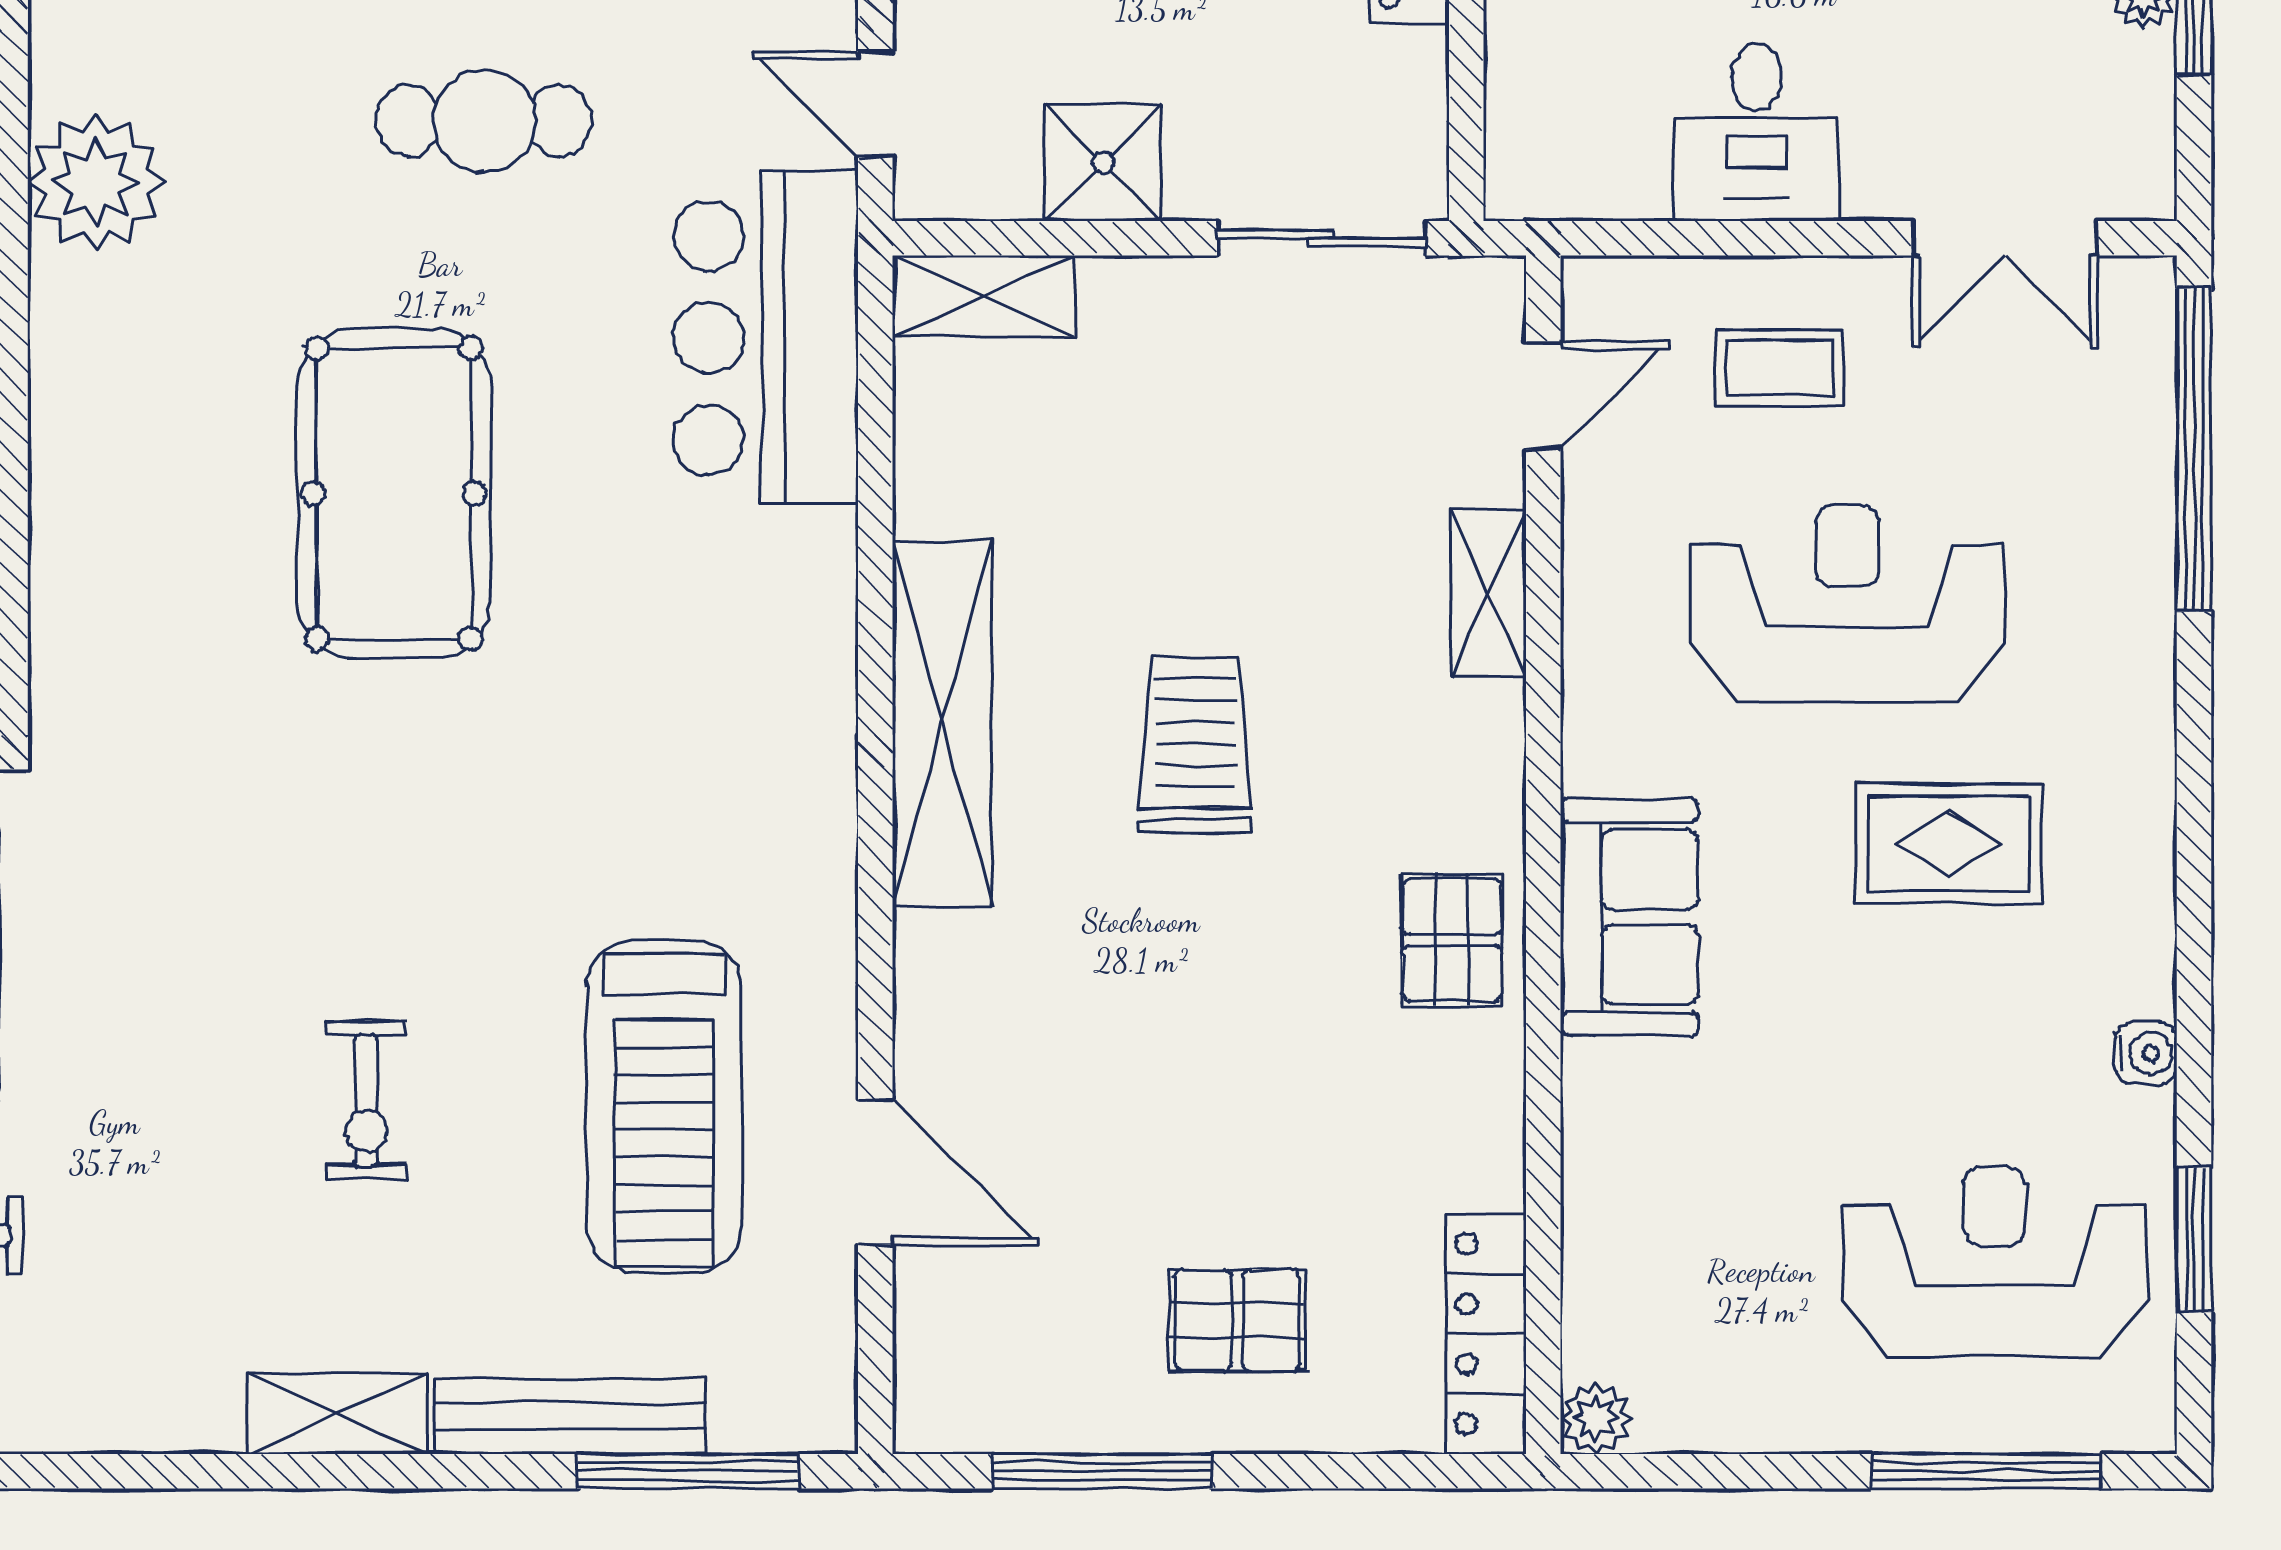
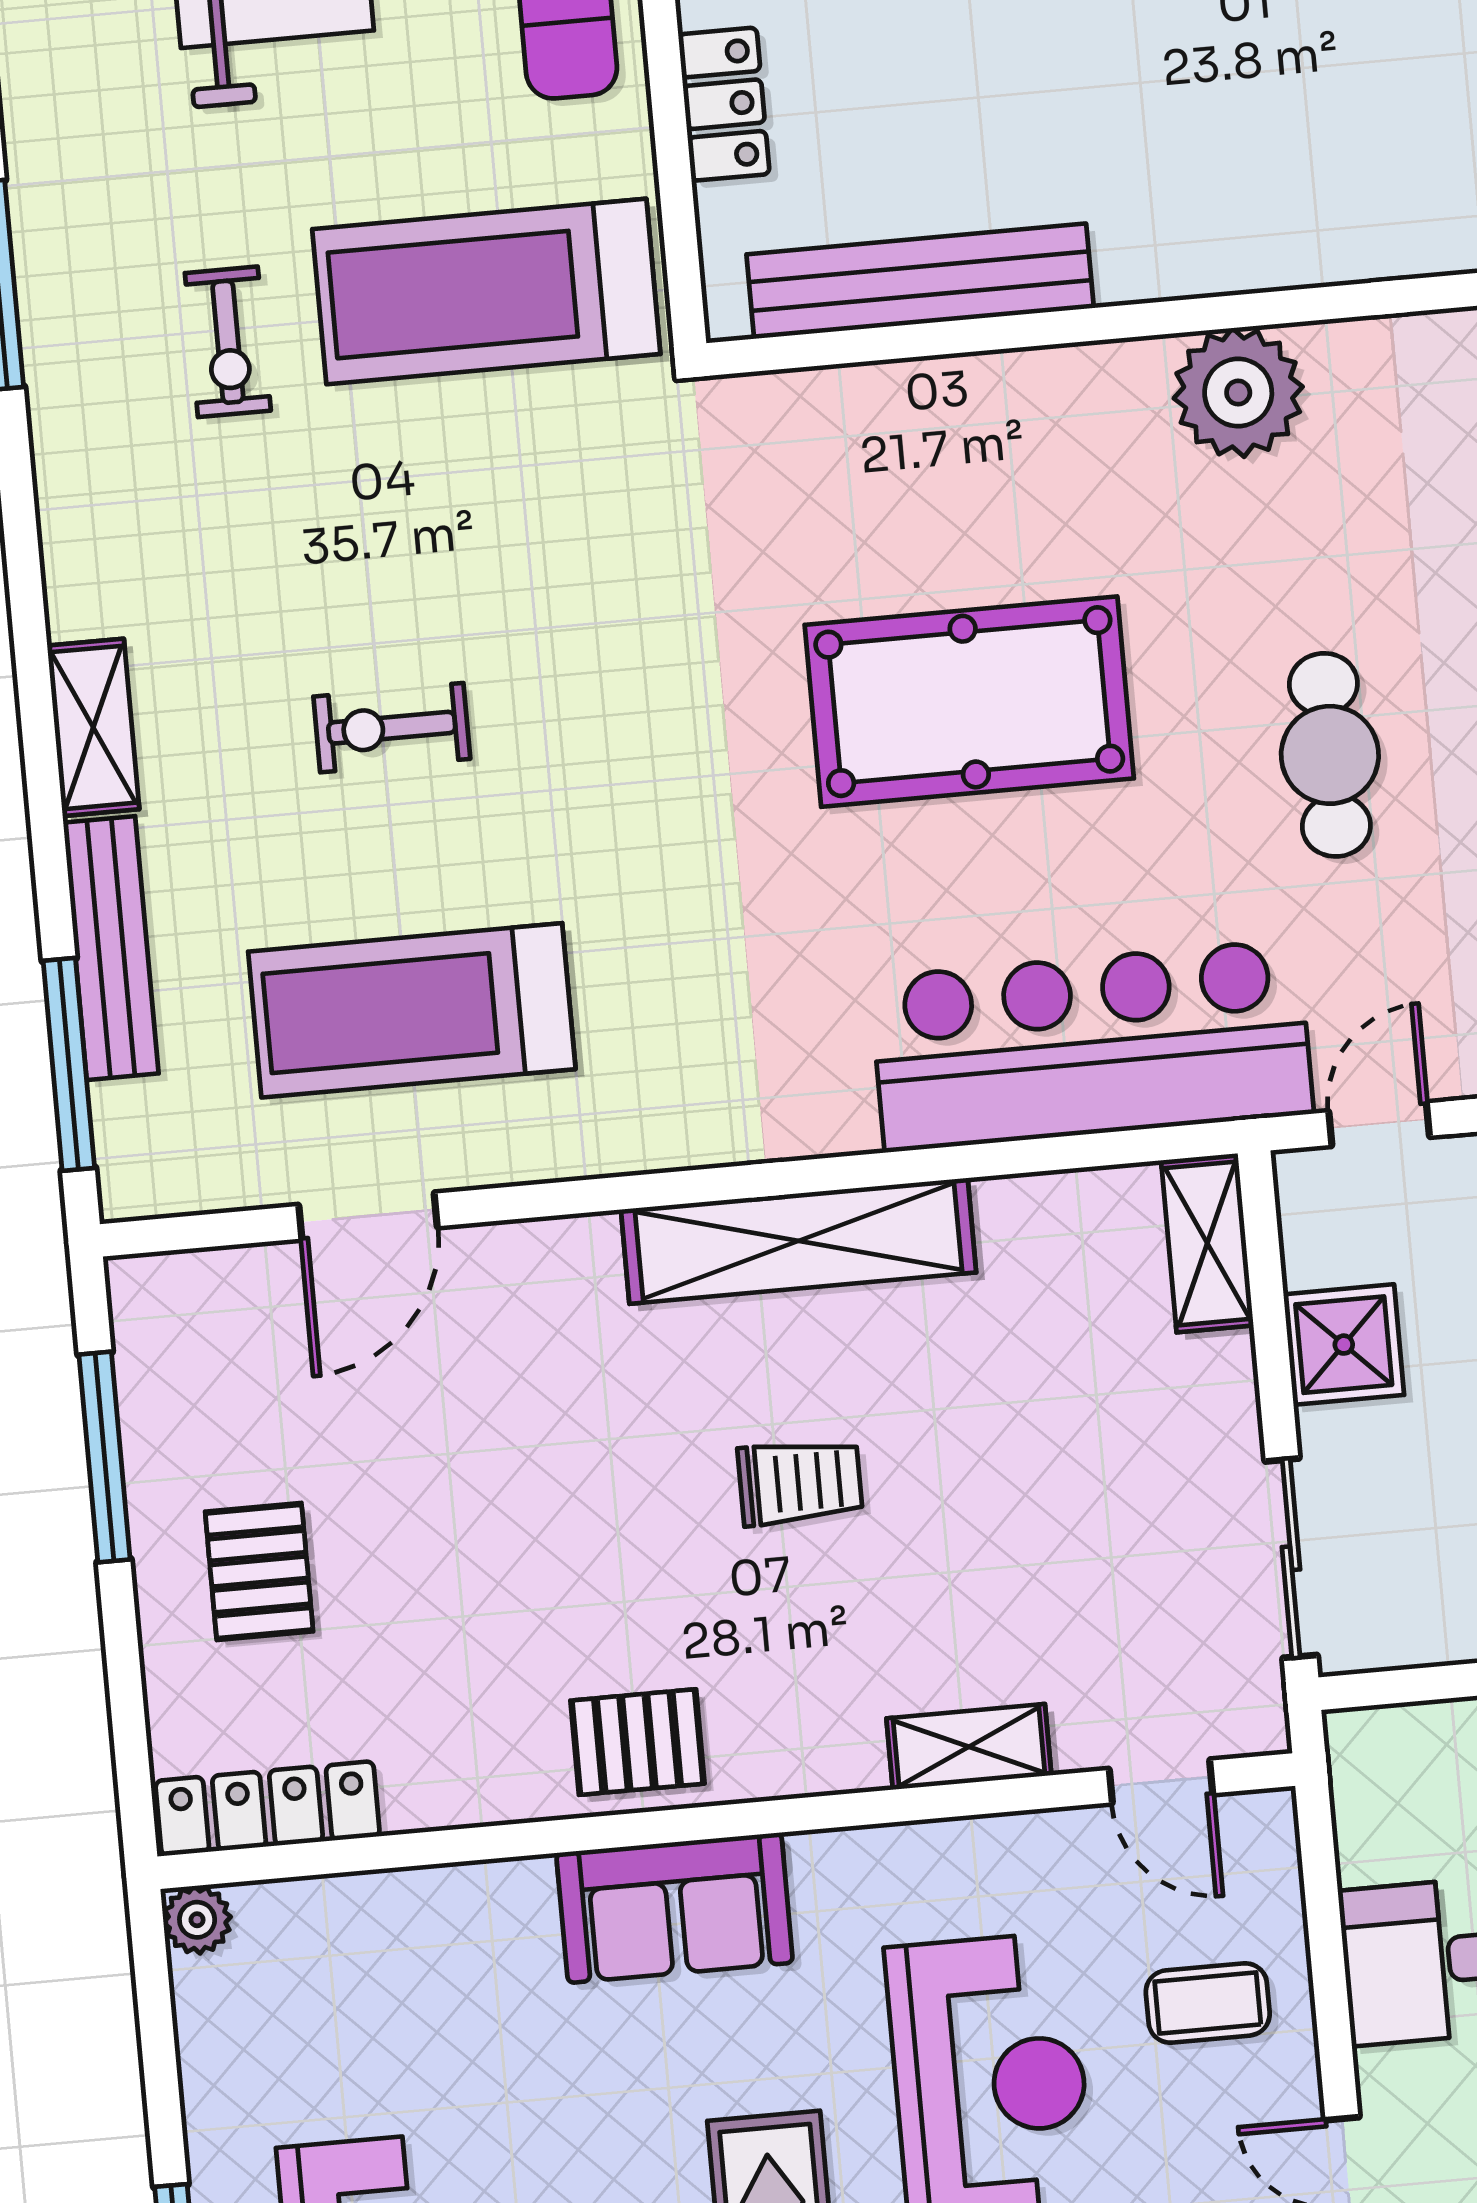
bar counter: (766, 338) -> (1091, 1046), width x1.36
coffee table: (1780, 368) -> (1208, 2003), turned 90
trolley: (1195, 745) -> (800, 1482), width x0.73, depth x0.72

